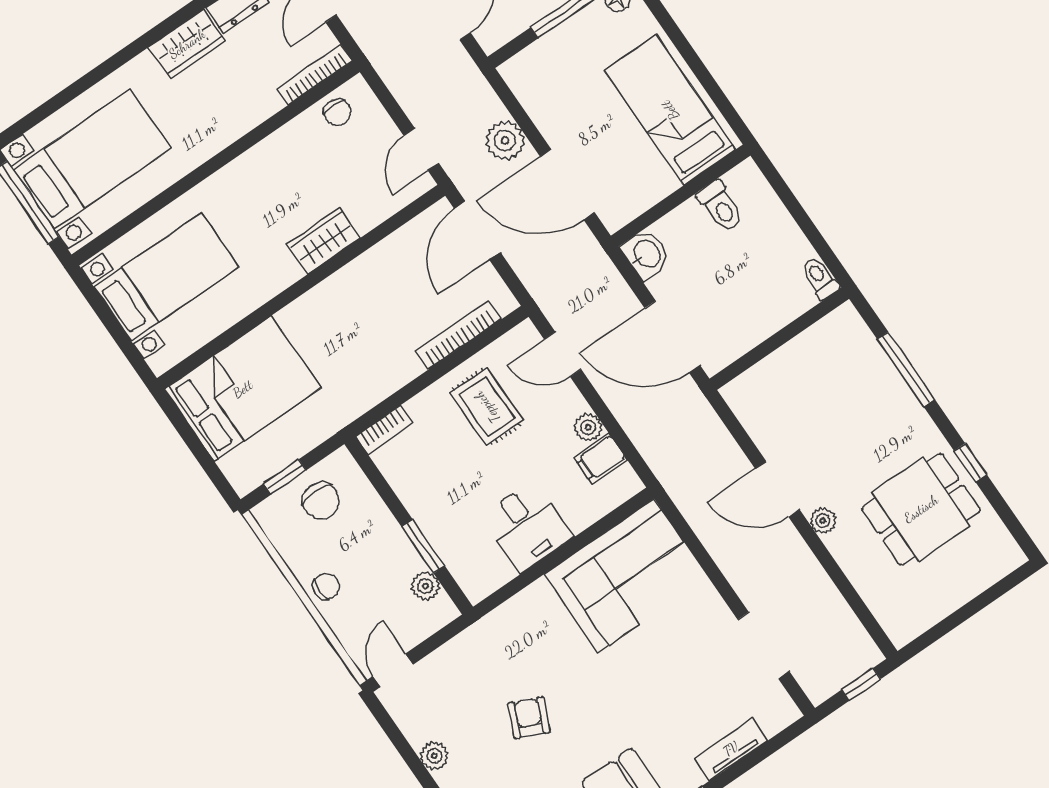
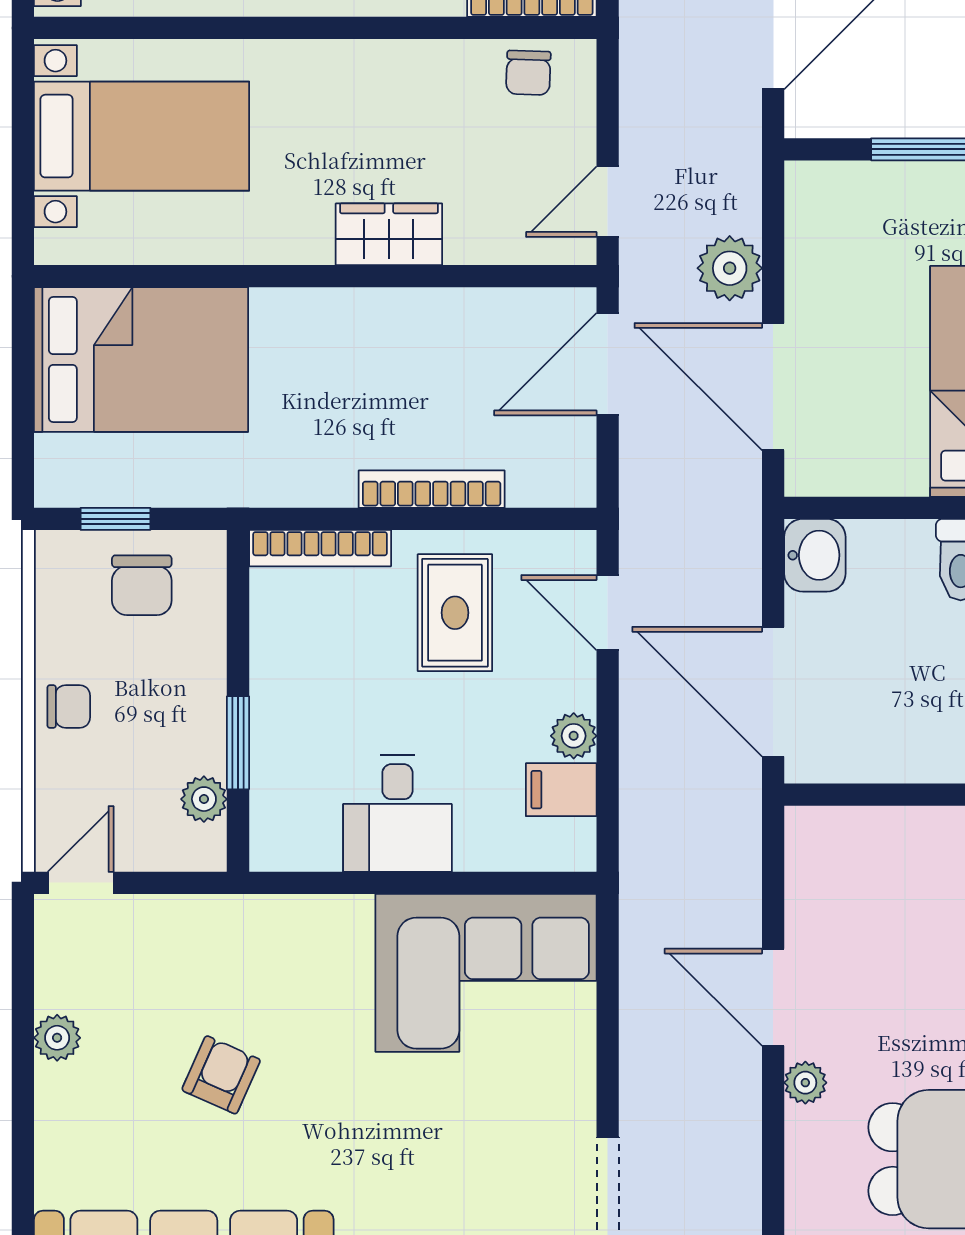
bookcase: (458, 335) -> (432, 489), moved
bookcase: (384, 430) -> (320, 548), width x1.56

